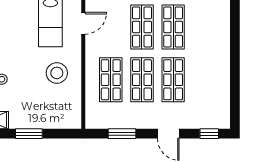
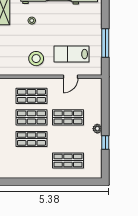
door: (83, 23) -> (71, 77), hinge flipped
shop shelf: (173, 27) -> (68, 160), moved

